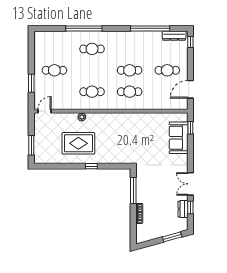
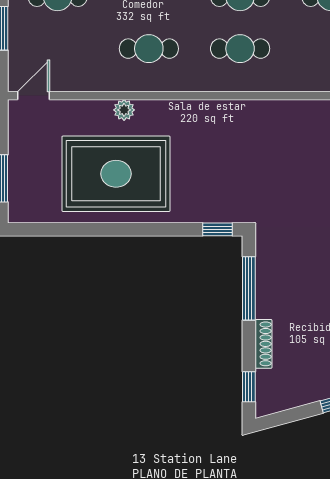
rug: (78, 143) -> (116, 174), width x1.37, depth x1.44
window: (91, 166) -> (218, 229), moved
window: (133, 231) -> (249, 387), added

